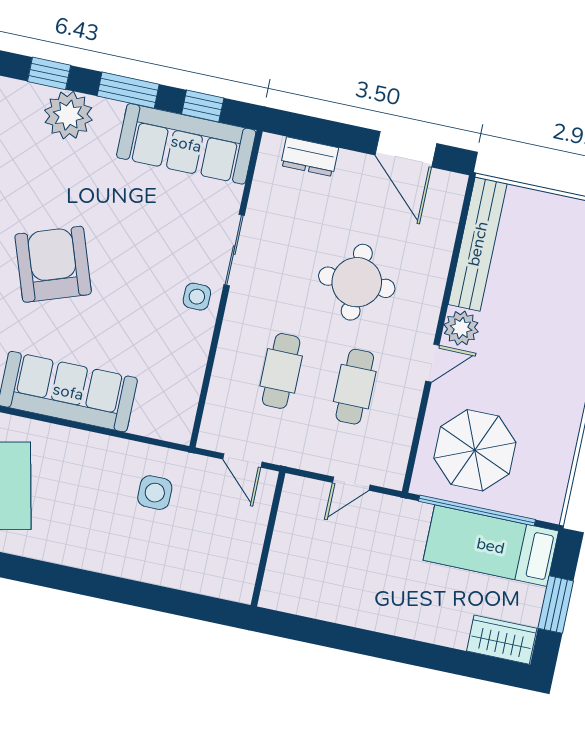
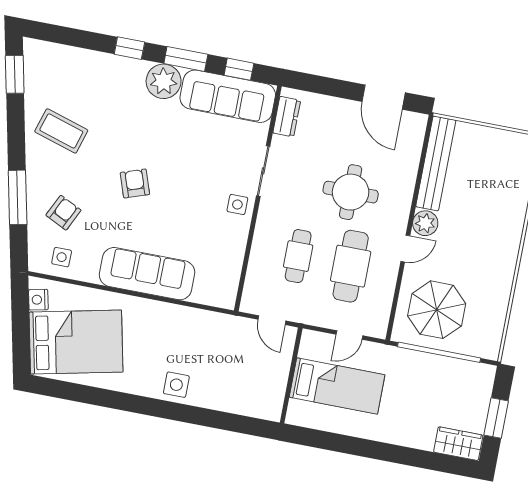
plant: (68, 115) -> (164, 81), moved
dresser: (310, 157) -> (287, 117), moved, turned -90
armchair: (53, 264) -> (135, 183), width x0.53, depth x0.53
cafe table: (355, 387) -> (351, 266), width x1.37, depth x1.35
side table: (155, 493) -> (176, 385), moved
bed: (491, 546) -> (337, 386), moved, turned 180

